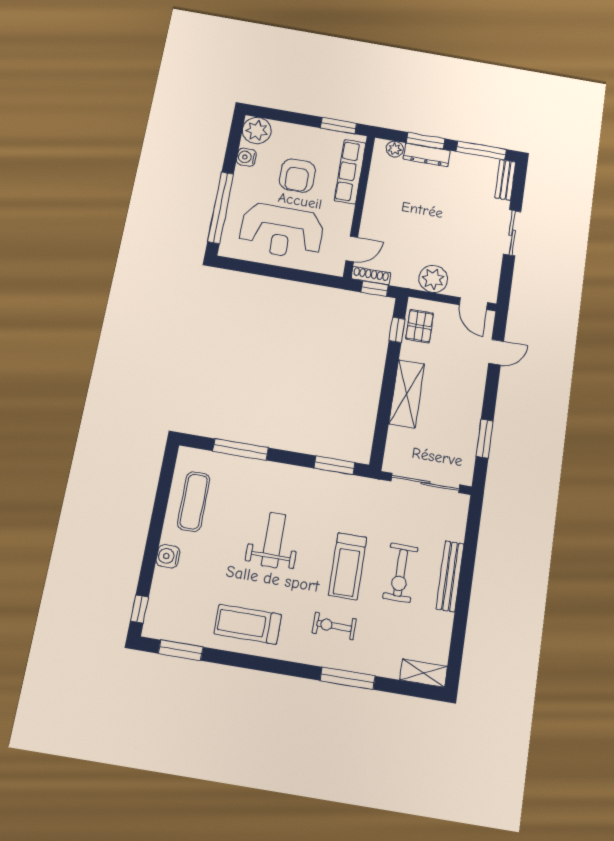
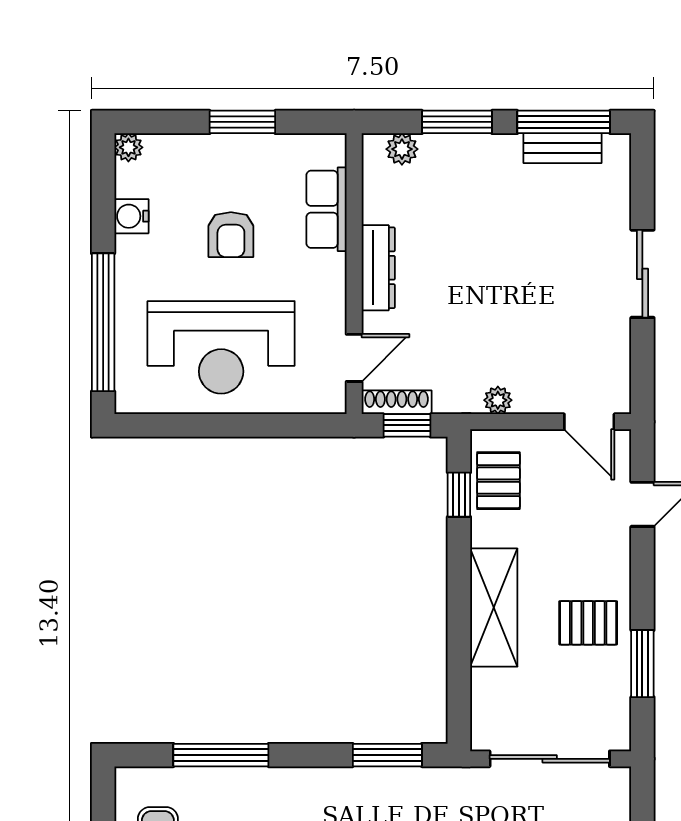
window: (339, 126) -> (242, 122), moved
plant: (257, 130) -> (128, 147), width x0.53, depth x0.53
dresser: (427, 155) -> (378, 268), moved, turned -90
row of seats: (350, 172) -> (326, 209), width x0.68
armchair: (297, 175) -> (231, 235), width x0.72, depth x0.72
bench: (505, 180) -> (563, 148), moved, turned 90
plant: (433, 279) -> (498, 400), width x0.53, depth x0.53
pallet: (458, 411) -> (588, 623), added

